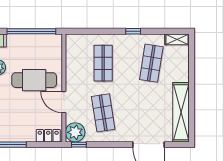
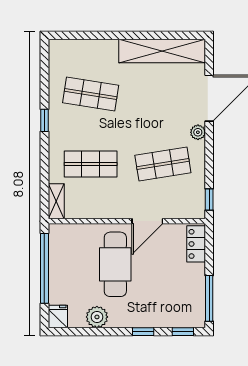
shelving: (177, 39) -> (56, 201), moved
plant: (75, 132) -> (198, 132), moved, width x0.53, depth x0.53

